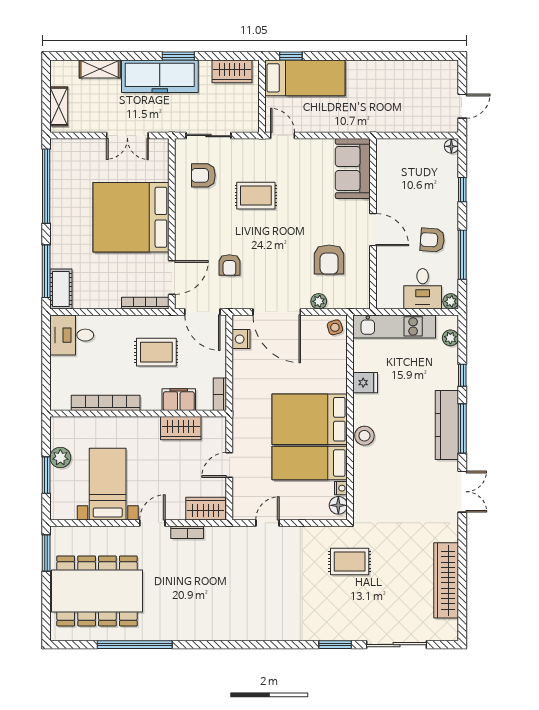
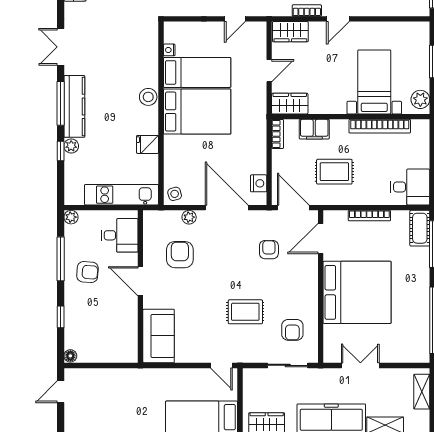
armchair: (203, 175) -> (292, 330), turned 90
desk: (423, 289) -> (120, 235), moved, turned 90
bookcase: (145, 303) -> (369, 216), moved
plant: (450, 338) -> (71, 146), moved
wardrobe: (181, 428) -> (290, 104), moved
plant: (60, 457) -> (420, 99), moved
bed with nightstands: (108, 484) -> (374, 82), moved, turned 180
floor lamp: (338, 505) -> (172, 35), removed

